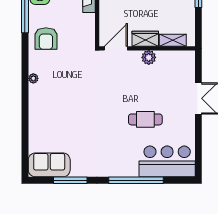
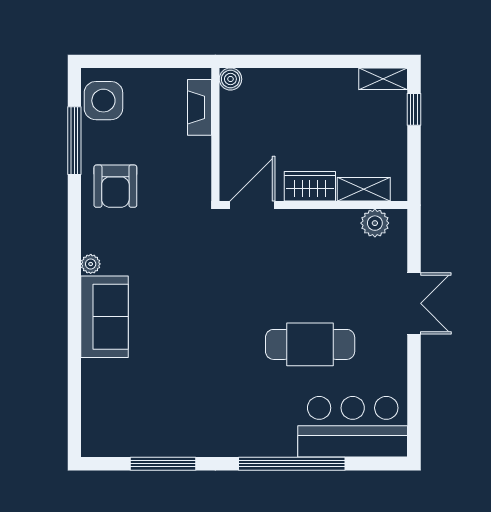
plant: (149, 57) -> (375, 223), moved
cafe table: (145, 119) -> (310, 344), width x1.37, depth x1.35
sofa: (49, 165) -> (104, 317), moved, turned 90

